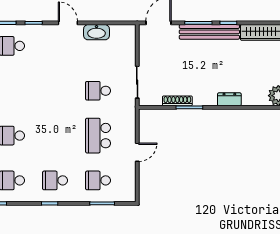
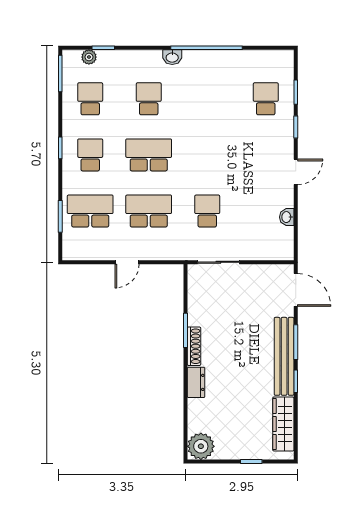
washbasin: (96, 32) -> (287, 217), width x0.52, depth x0.69
shoe rack: (177, 101) -> (194, 346), moved
school desk: (55, 136) -> (149, 155), added
door: (137, 152) -> (127, 262), hinge flipped
school desk: (98, 180) -> (90, 211), width x1.85

